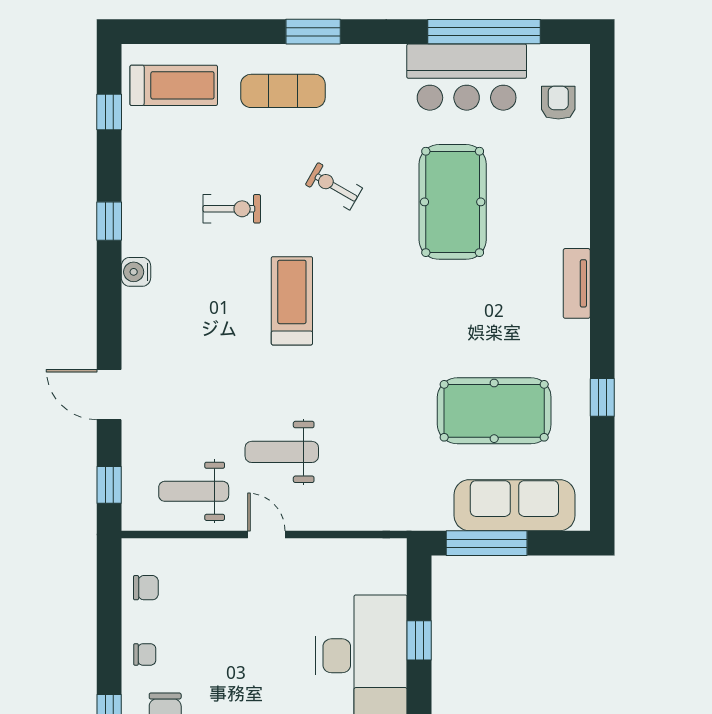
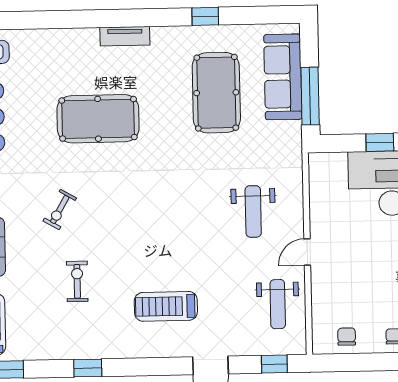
pool table: (453, 202) -> (98, 119), moved
water cooler: (136, 272) -> (123, 348), removed
treadmill: (292, 301) -> (166, 306), moved
weight bench: (282, 452) -> (253, 211), moved

